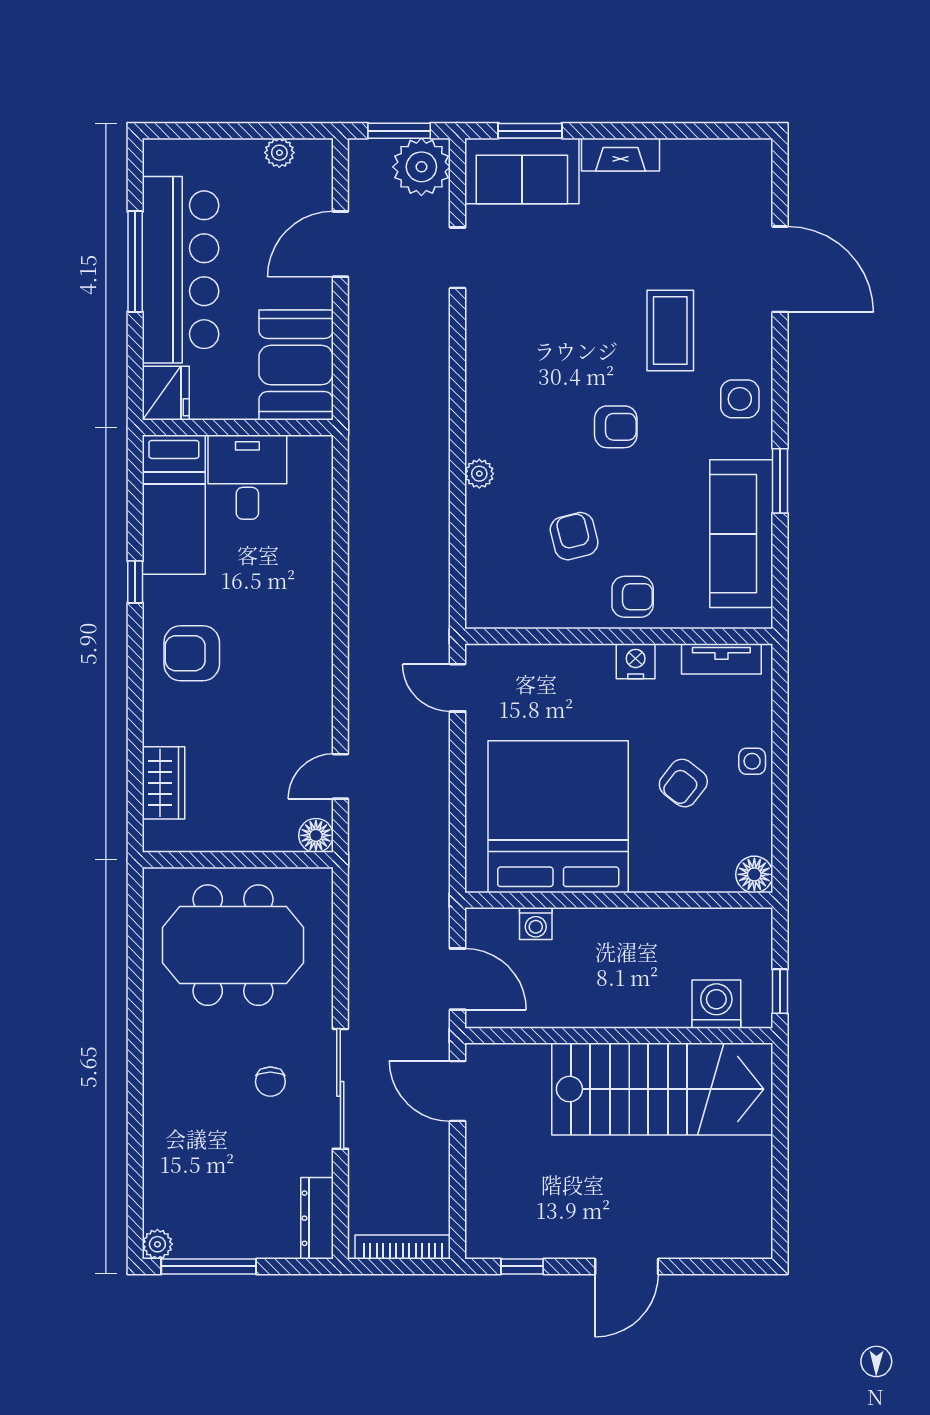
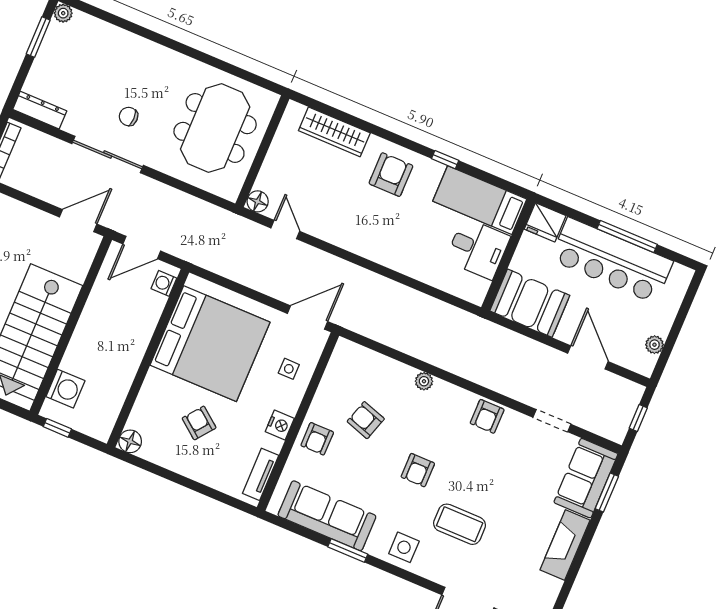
window: (399, 131) -> (638, 418), width x0.67
fireplace: (620, 155) -> (565, 545), width x1.37, depth x1.32
plant: (421, 167) -> (612, 422), removed
armchair: (492, 357) -> (487, 416), added
armchair: (574, 536) -> (366, 420), turned -148
door: (458, 688) -> (307, 317), width x1.38
side table: (752, 761) -> (289, 369), moved
wardrobe: (164, 783) -> (334, 132), width x1.50
washing machine: (536, 924) -> (164, 283), moved
window: (209, 1266) -> (38, 37), width x0.69

